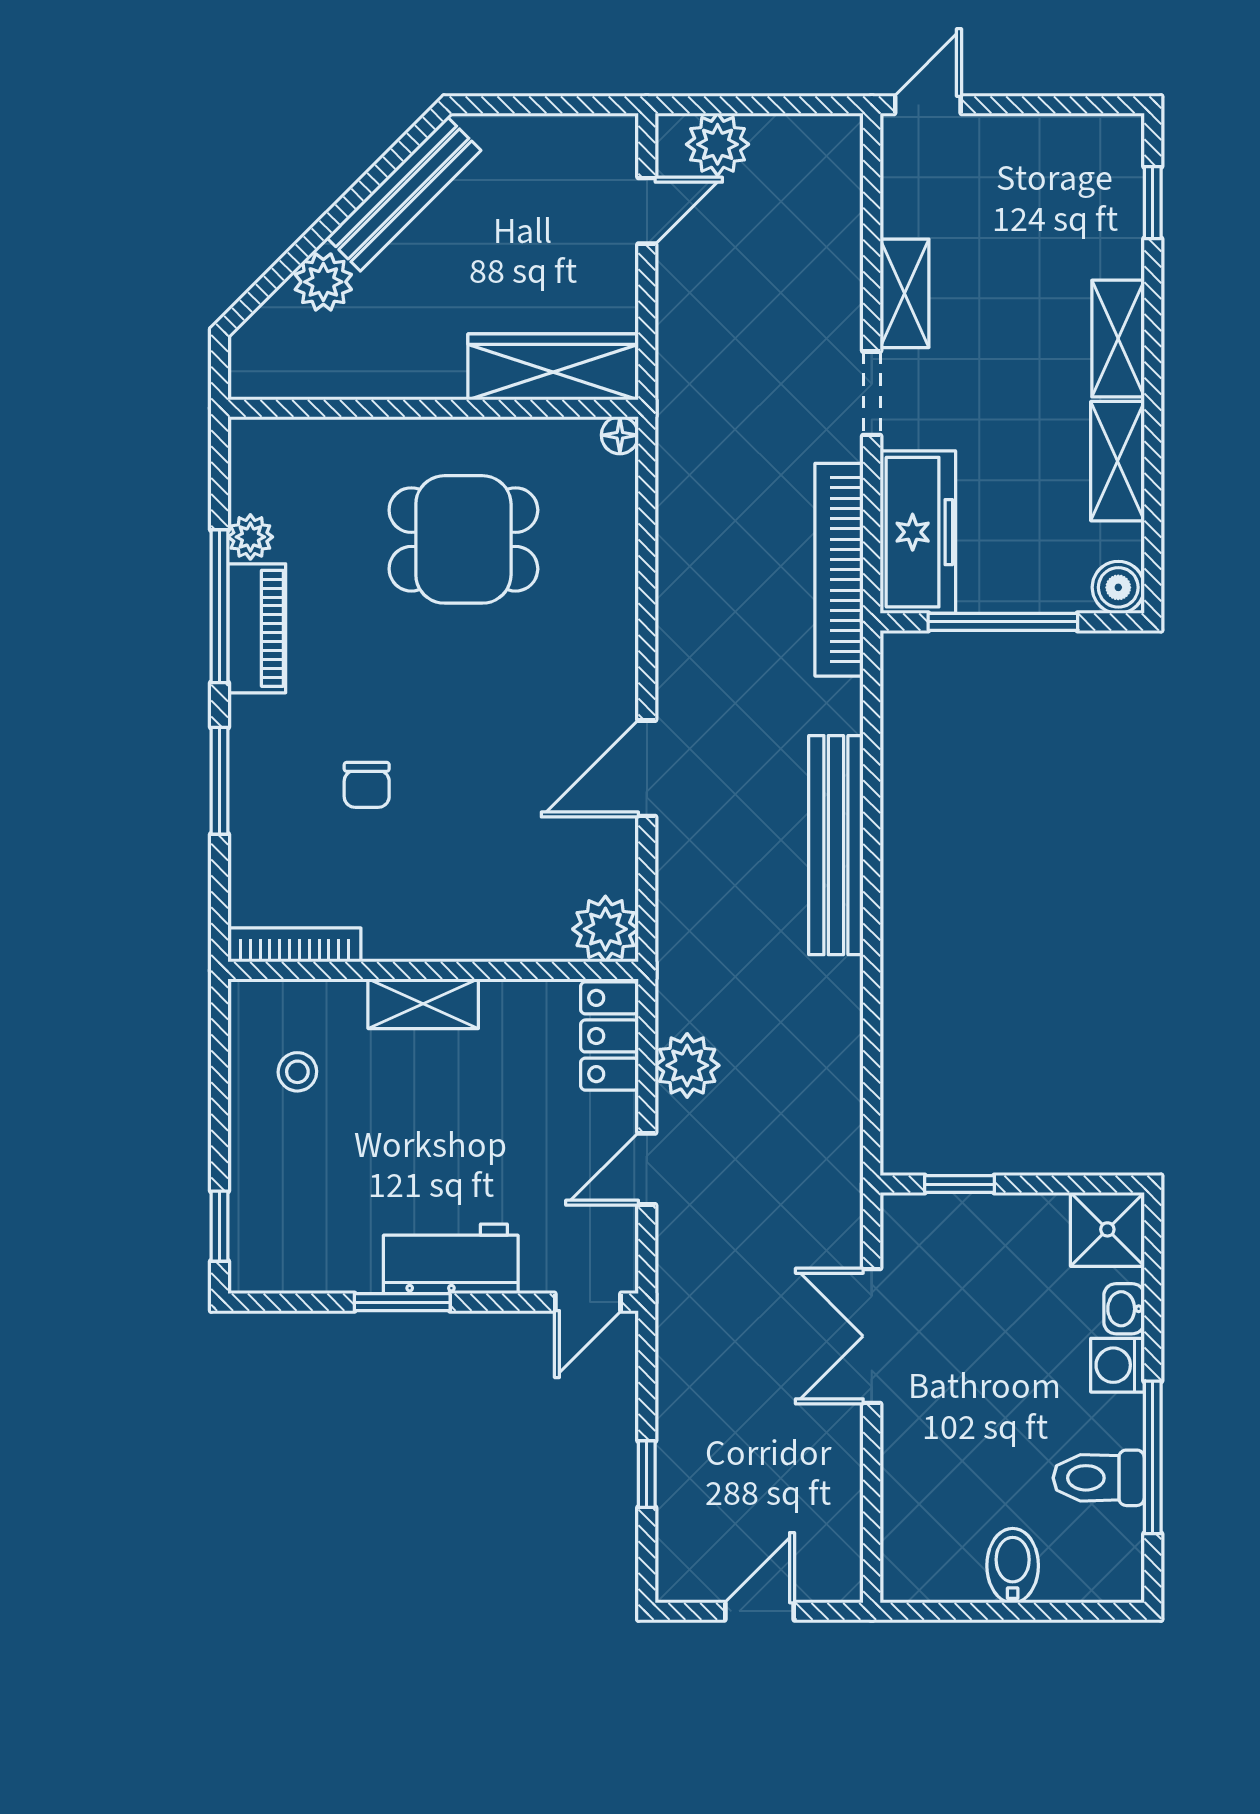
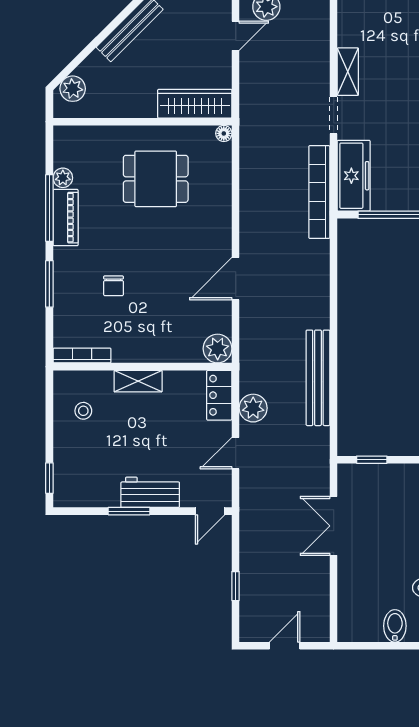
plant: (323, 282) -> (73, 89), moved
bench: (836, 845) -> (318, 378), moved

